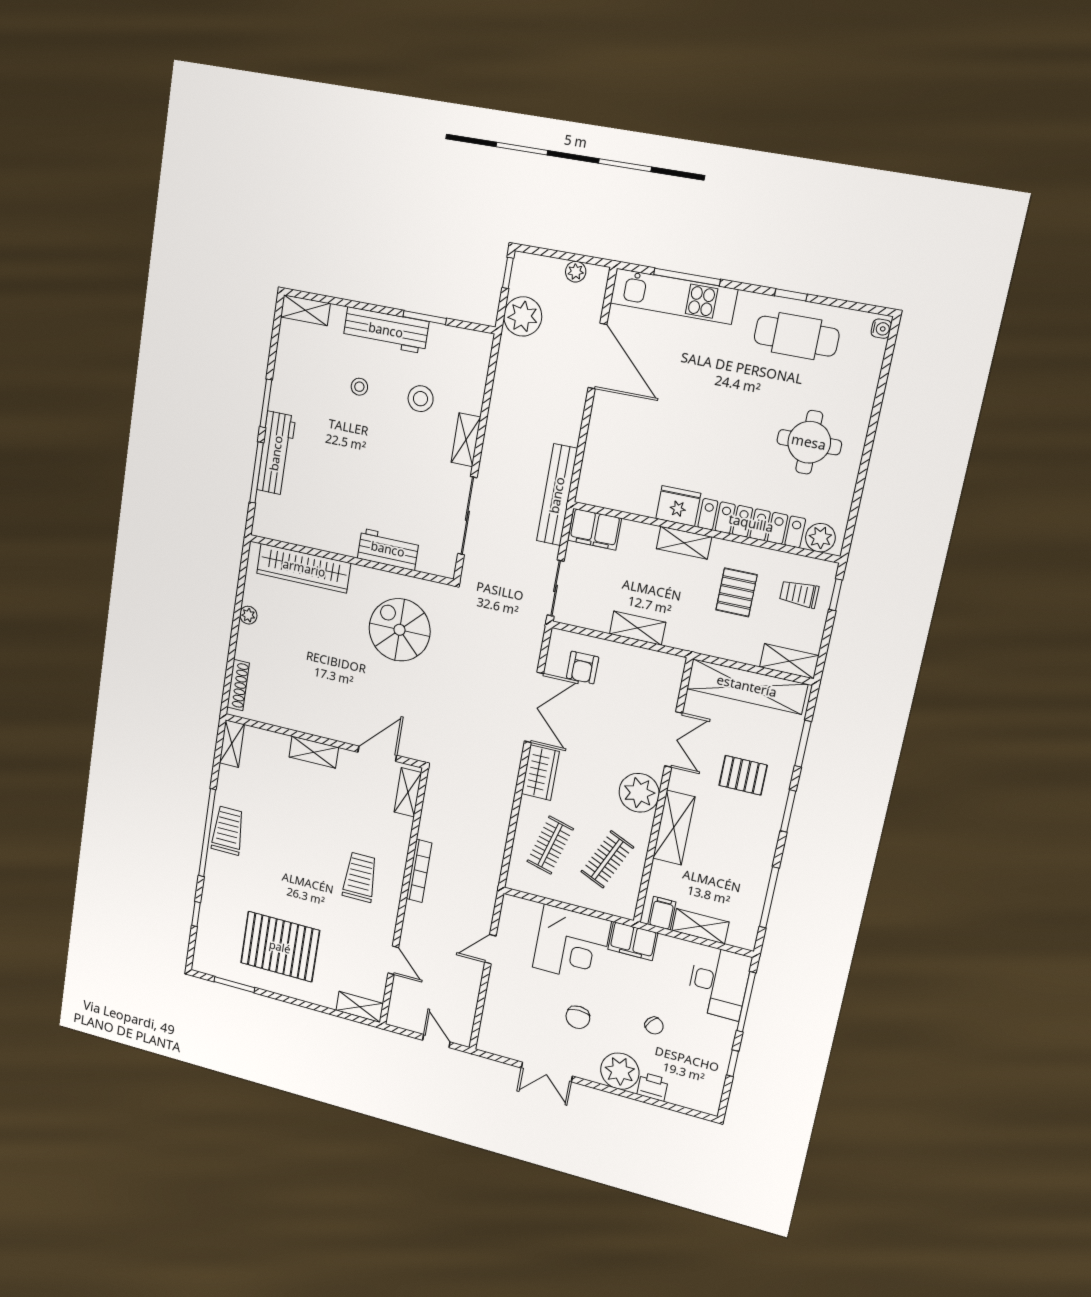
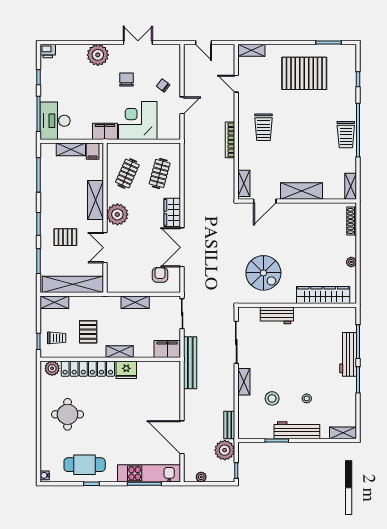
bench: (506, 363) -> (229, 425), added
shelving: (314, 752) -> (302, 191), width x1.50, depth x1.33
chair: (654, 1026) -> (163, 86), moved
printer: (653, 1087) -> (48, 51), moved

